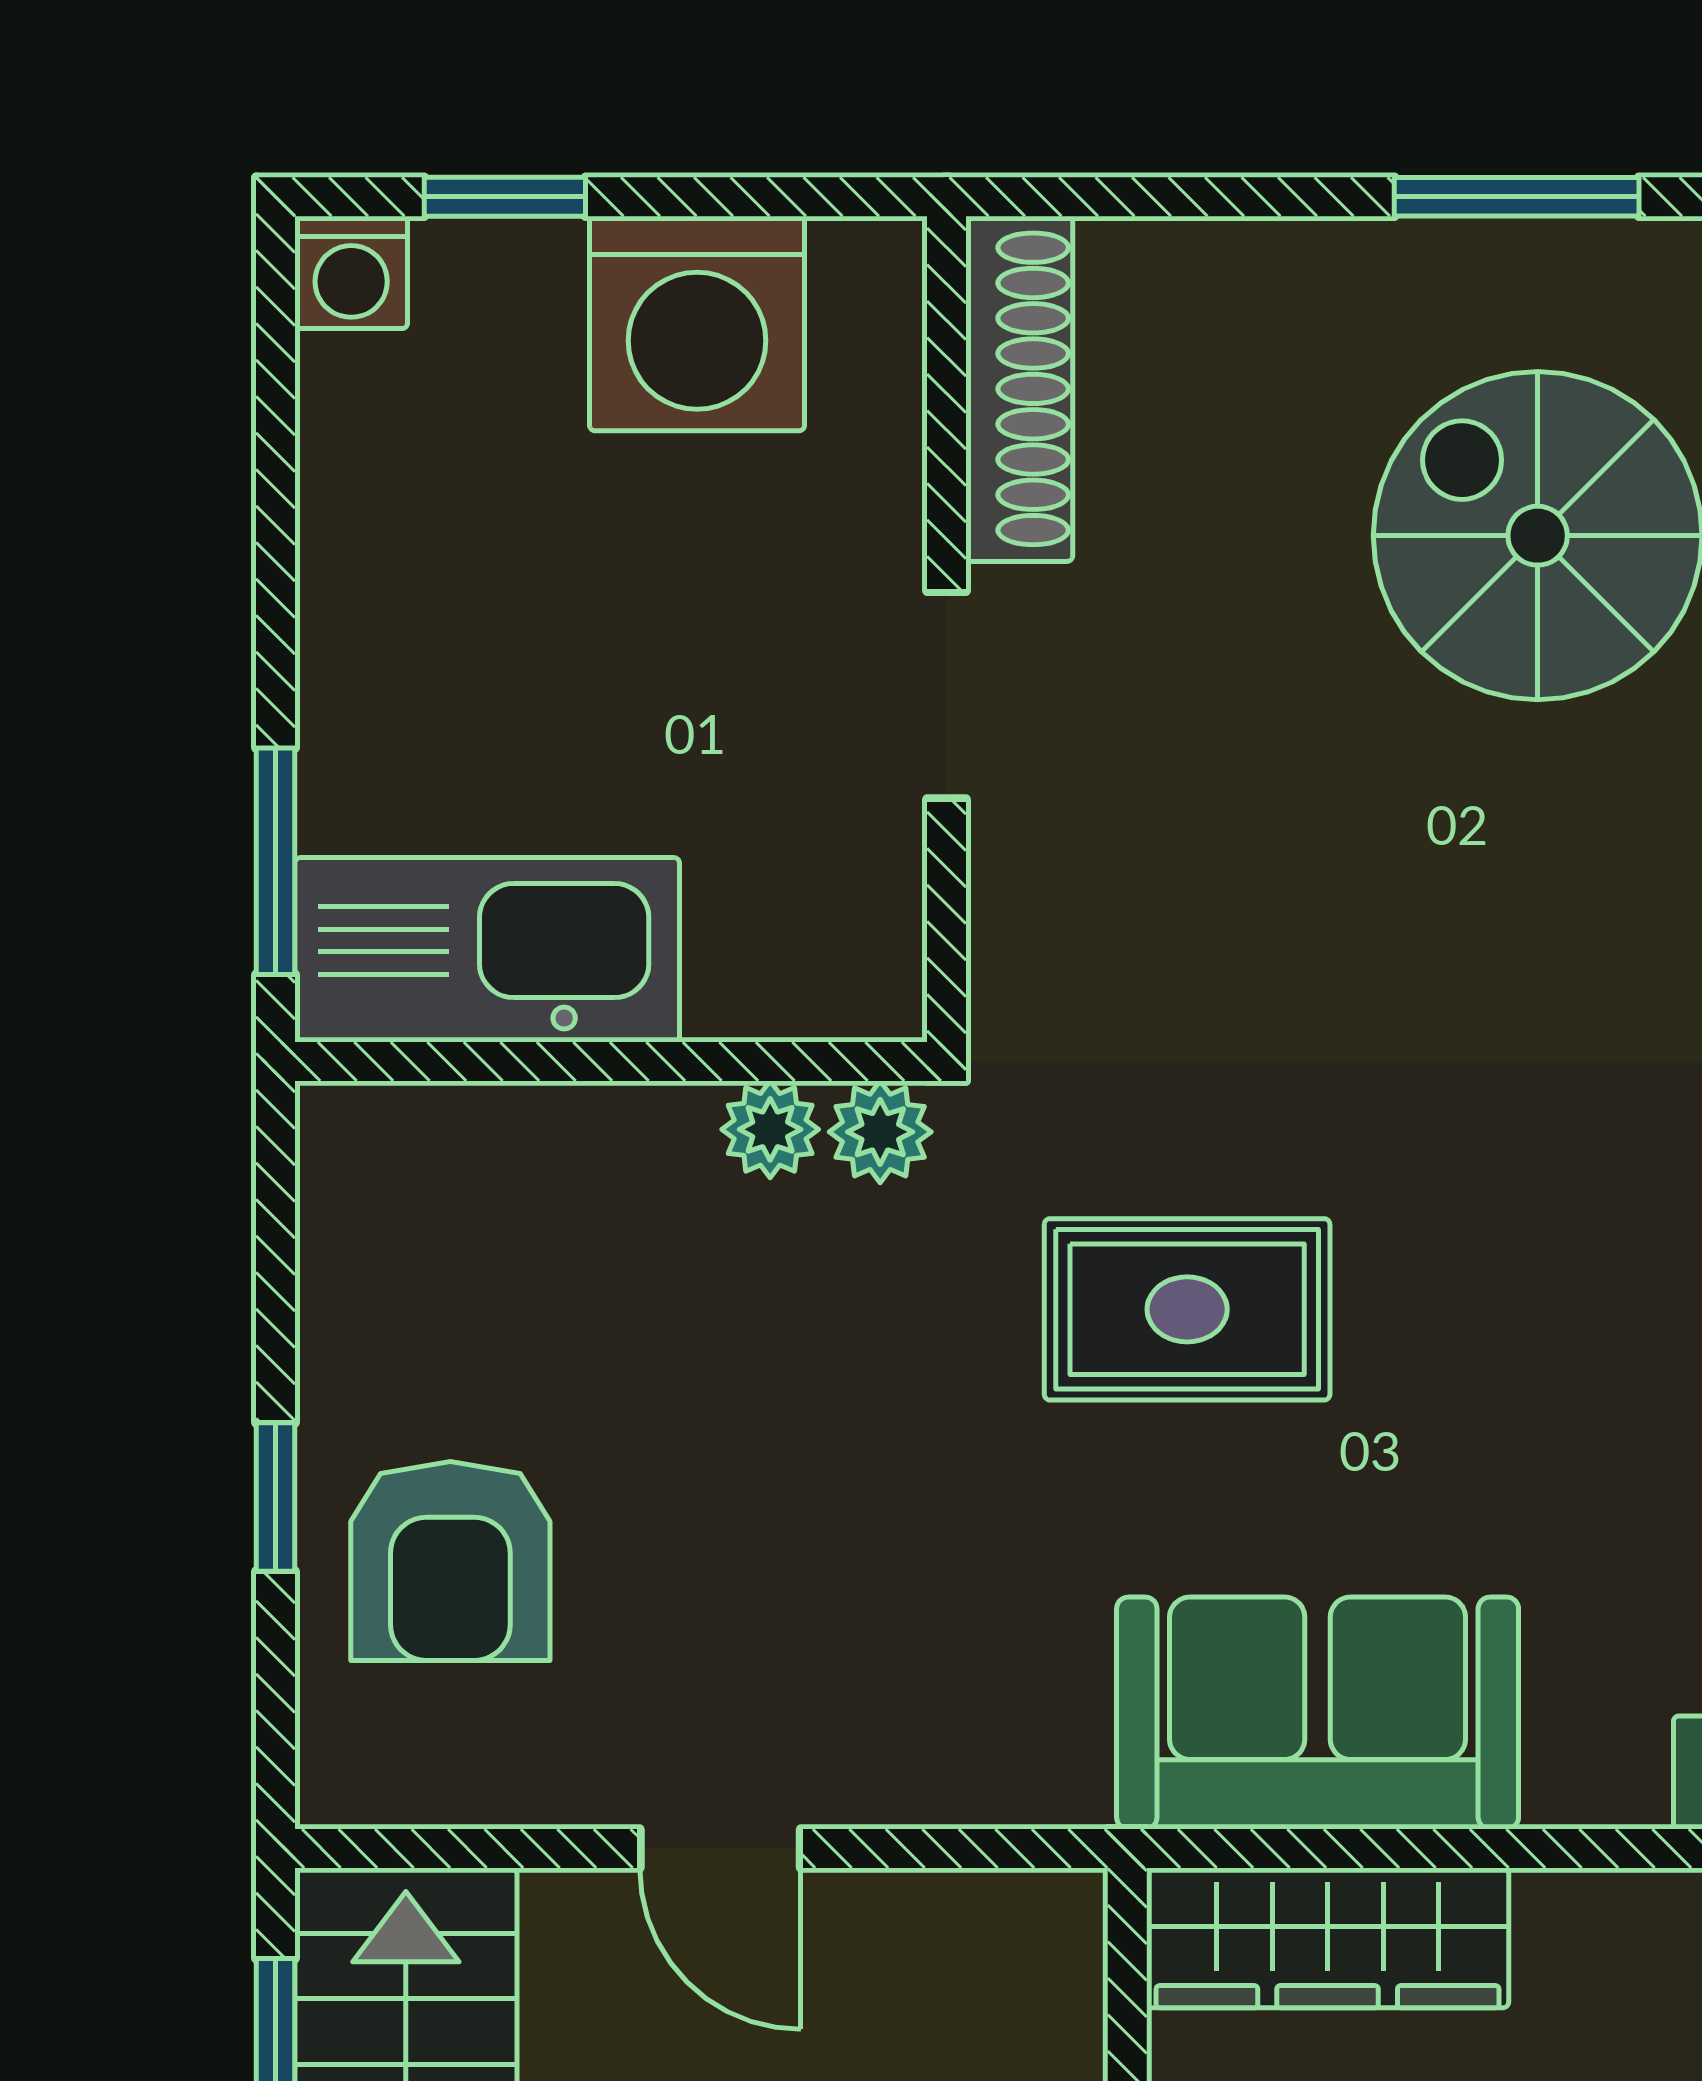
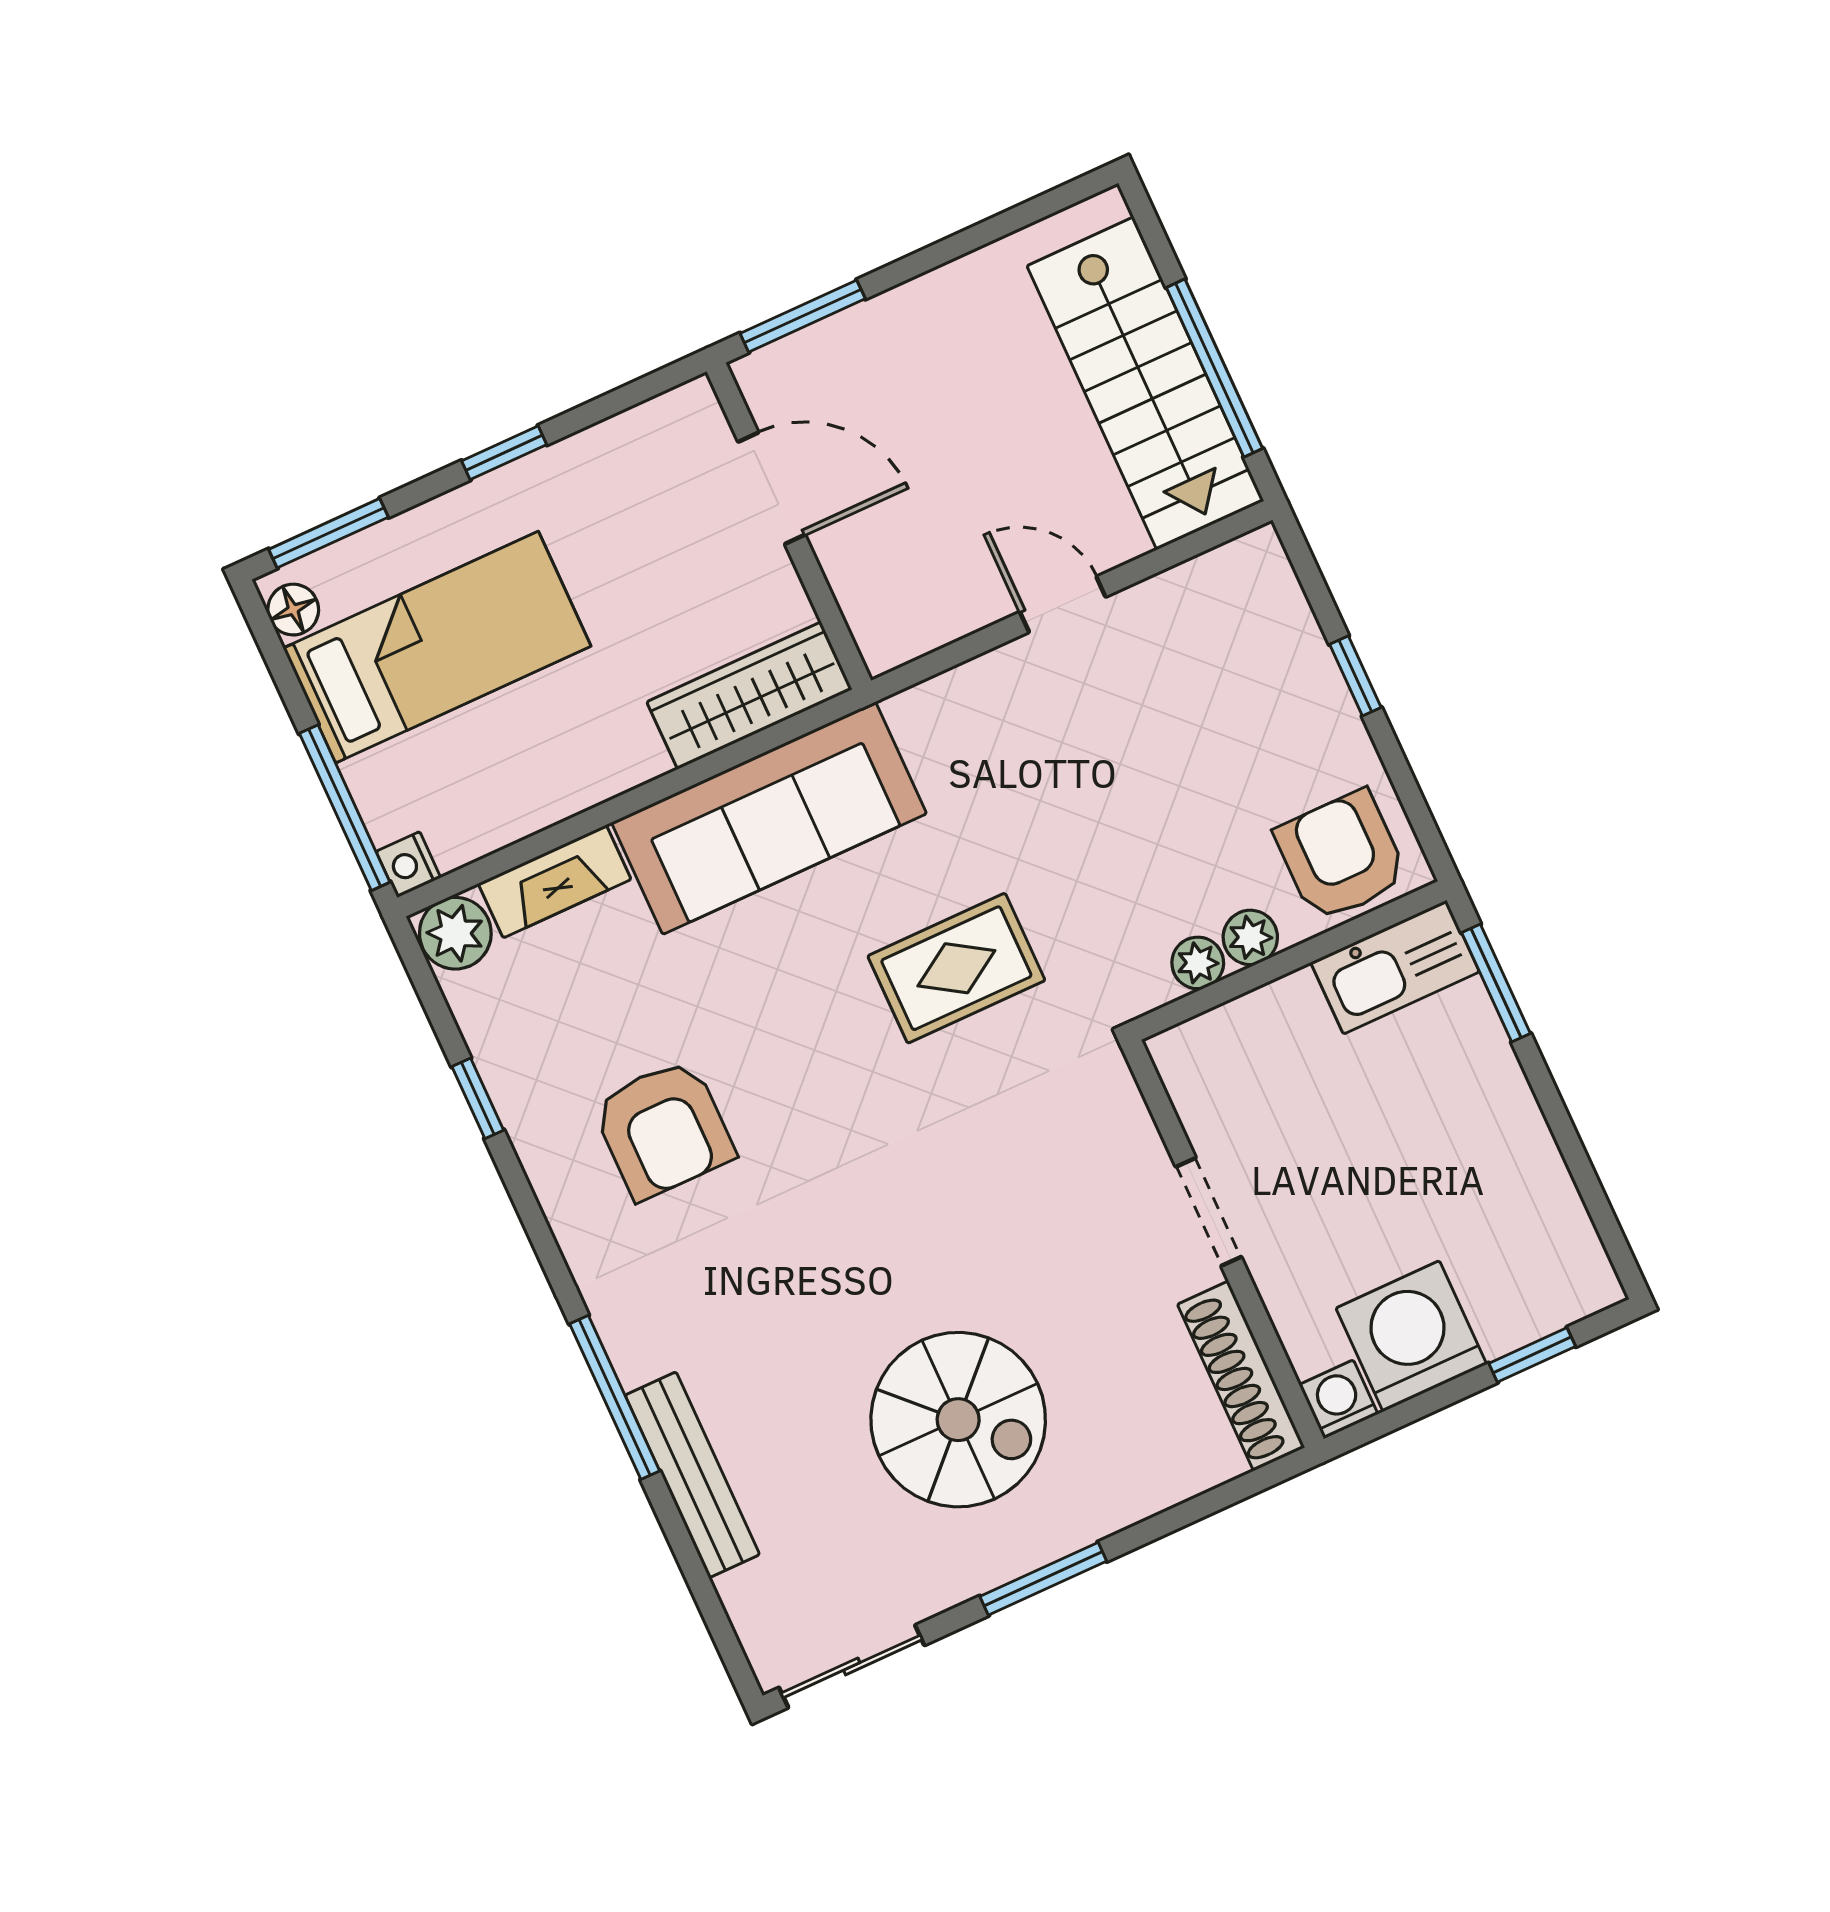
washing machine: (351, 272) -> (1339, 1399), moved
kitchen sink: (487, 950) -> (1395, 967), width x0.73, depth x0.81
plant: (880, 1132) -> (1250, 937), moved
armchair: (450, 1561) -> (1341, 856), moved
sofa: (1318, 1713) -> (769, 818), width x1.36

